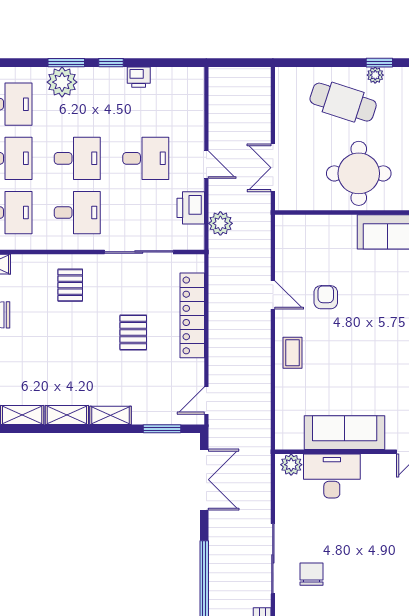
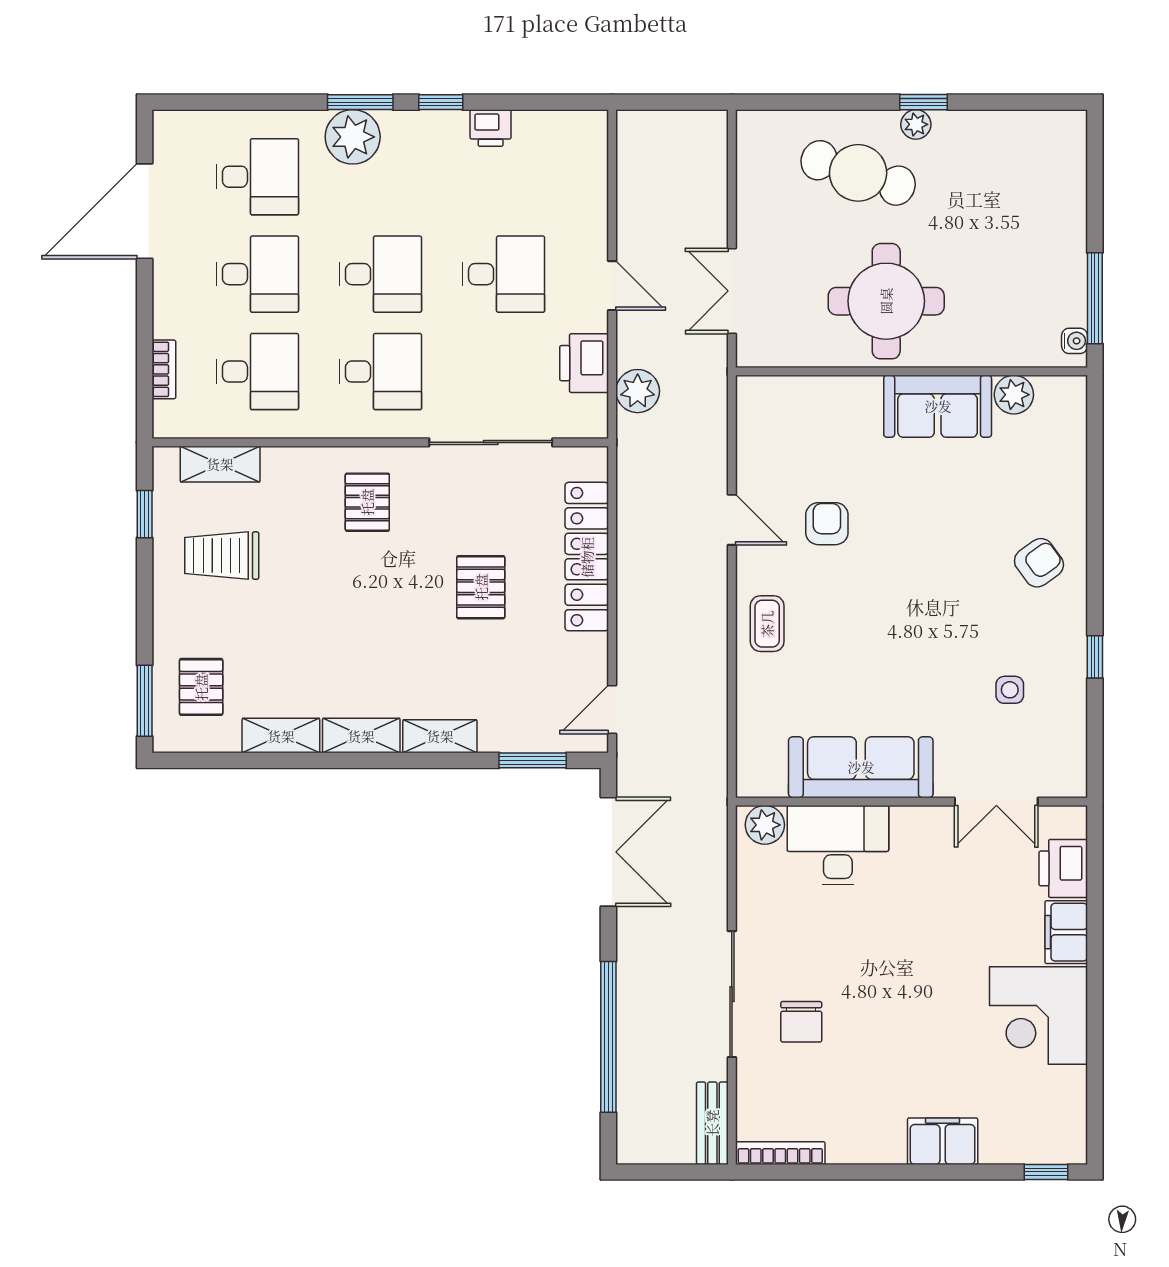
chair: (311, 574) -> (801, 1022), turned 180

